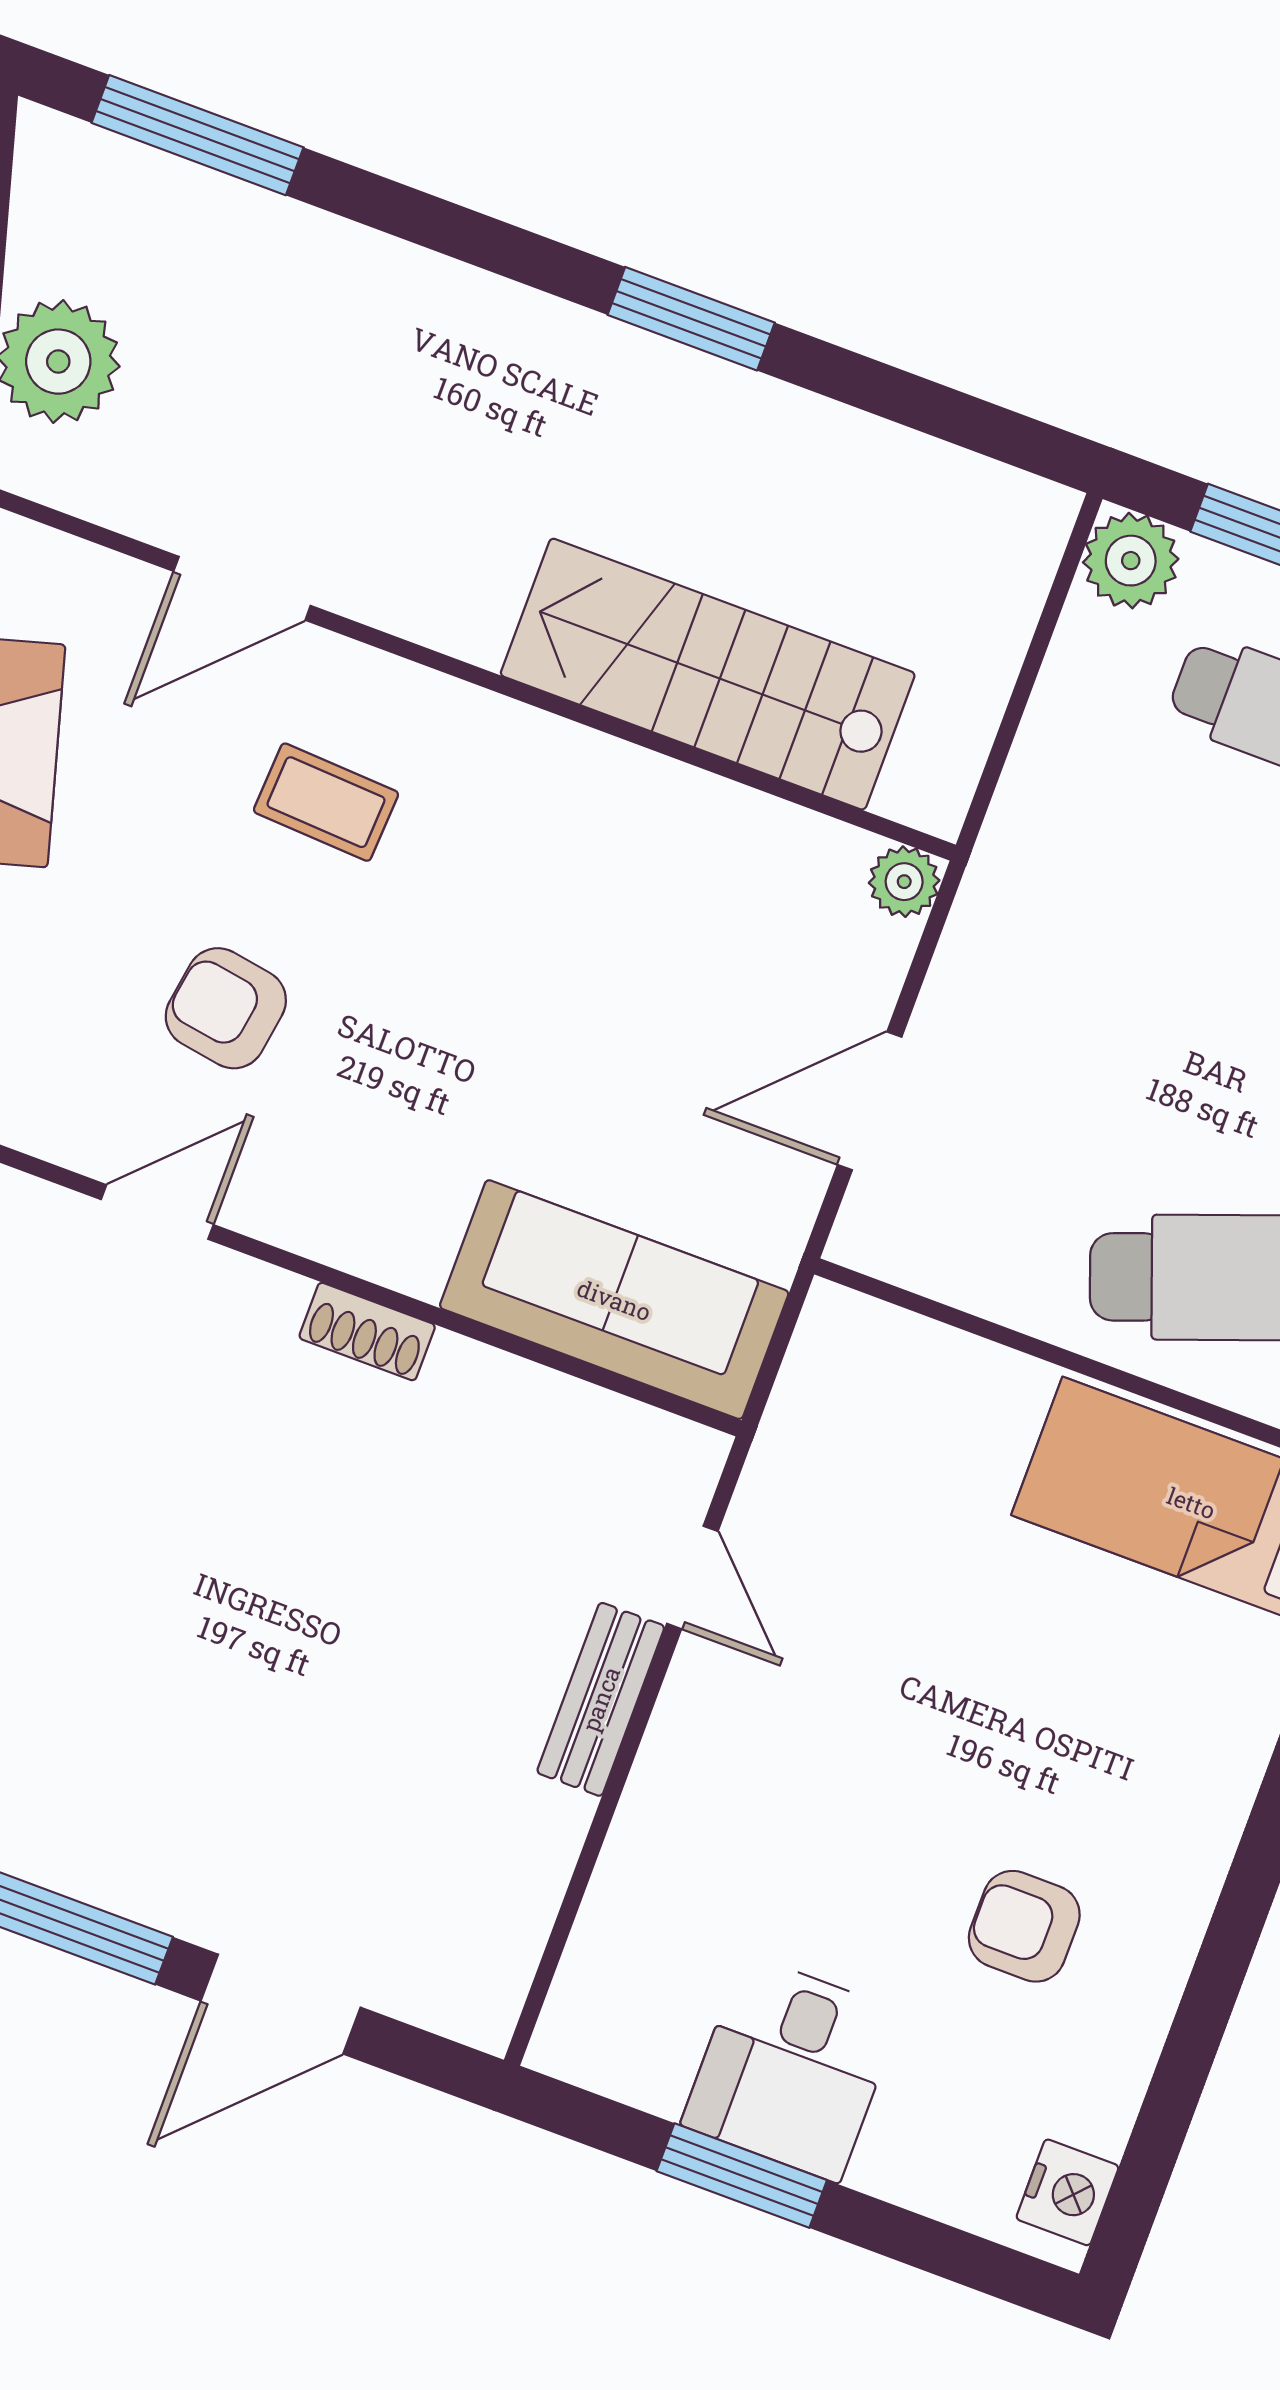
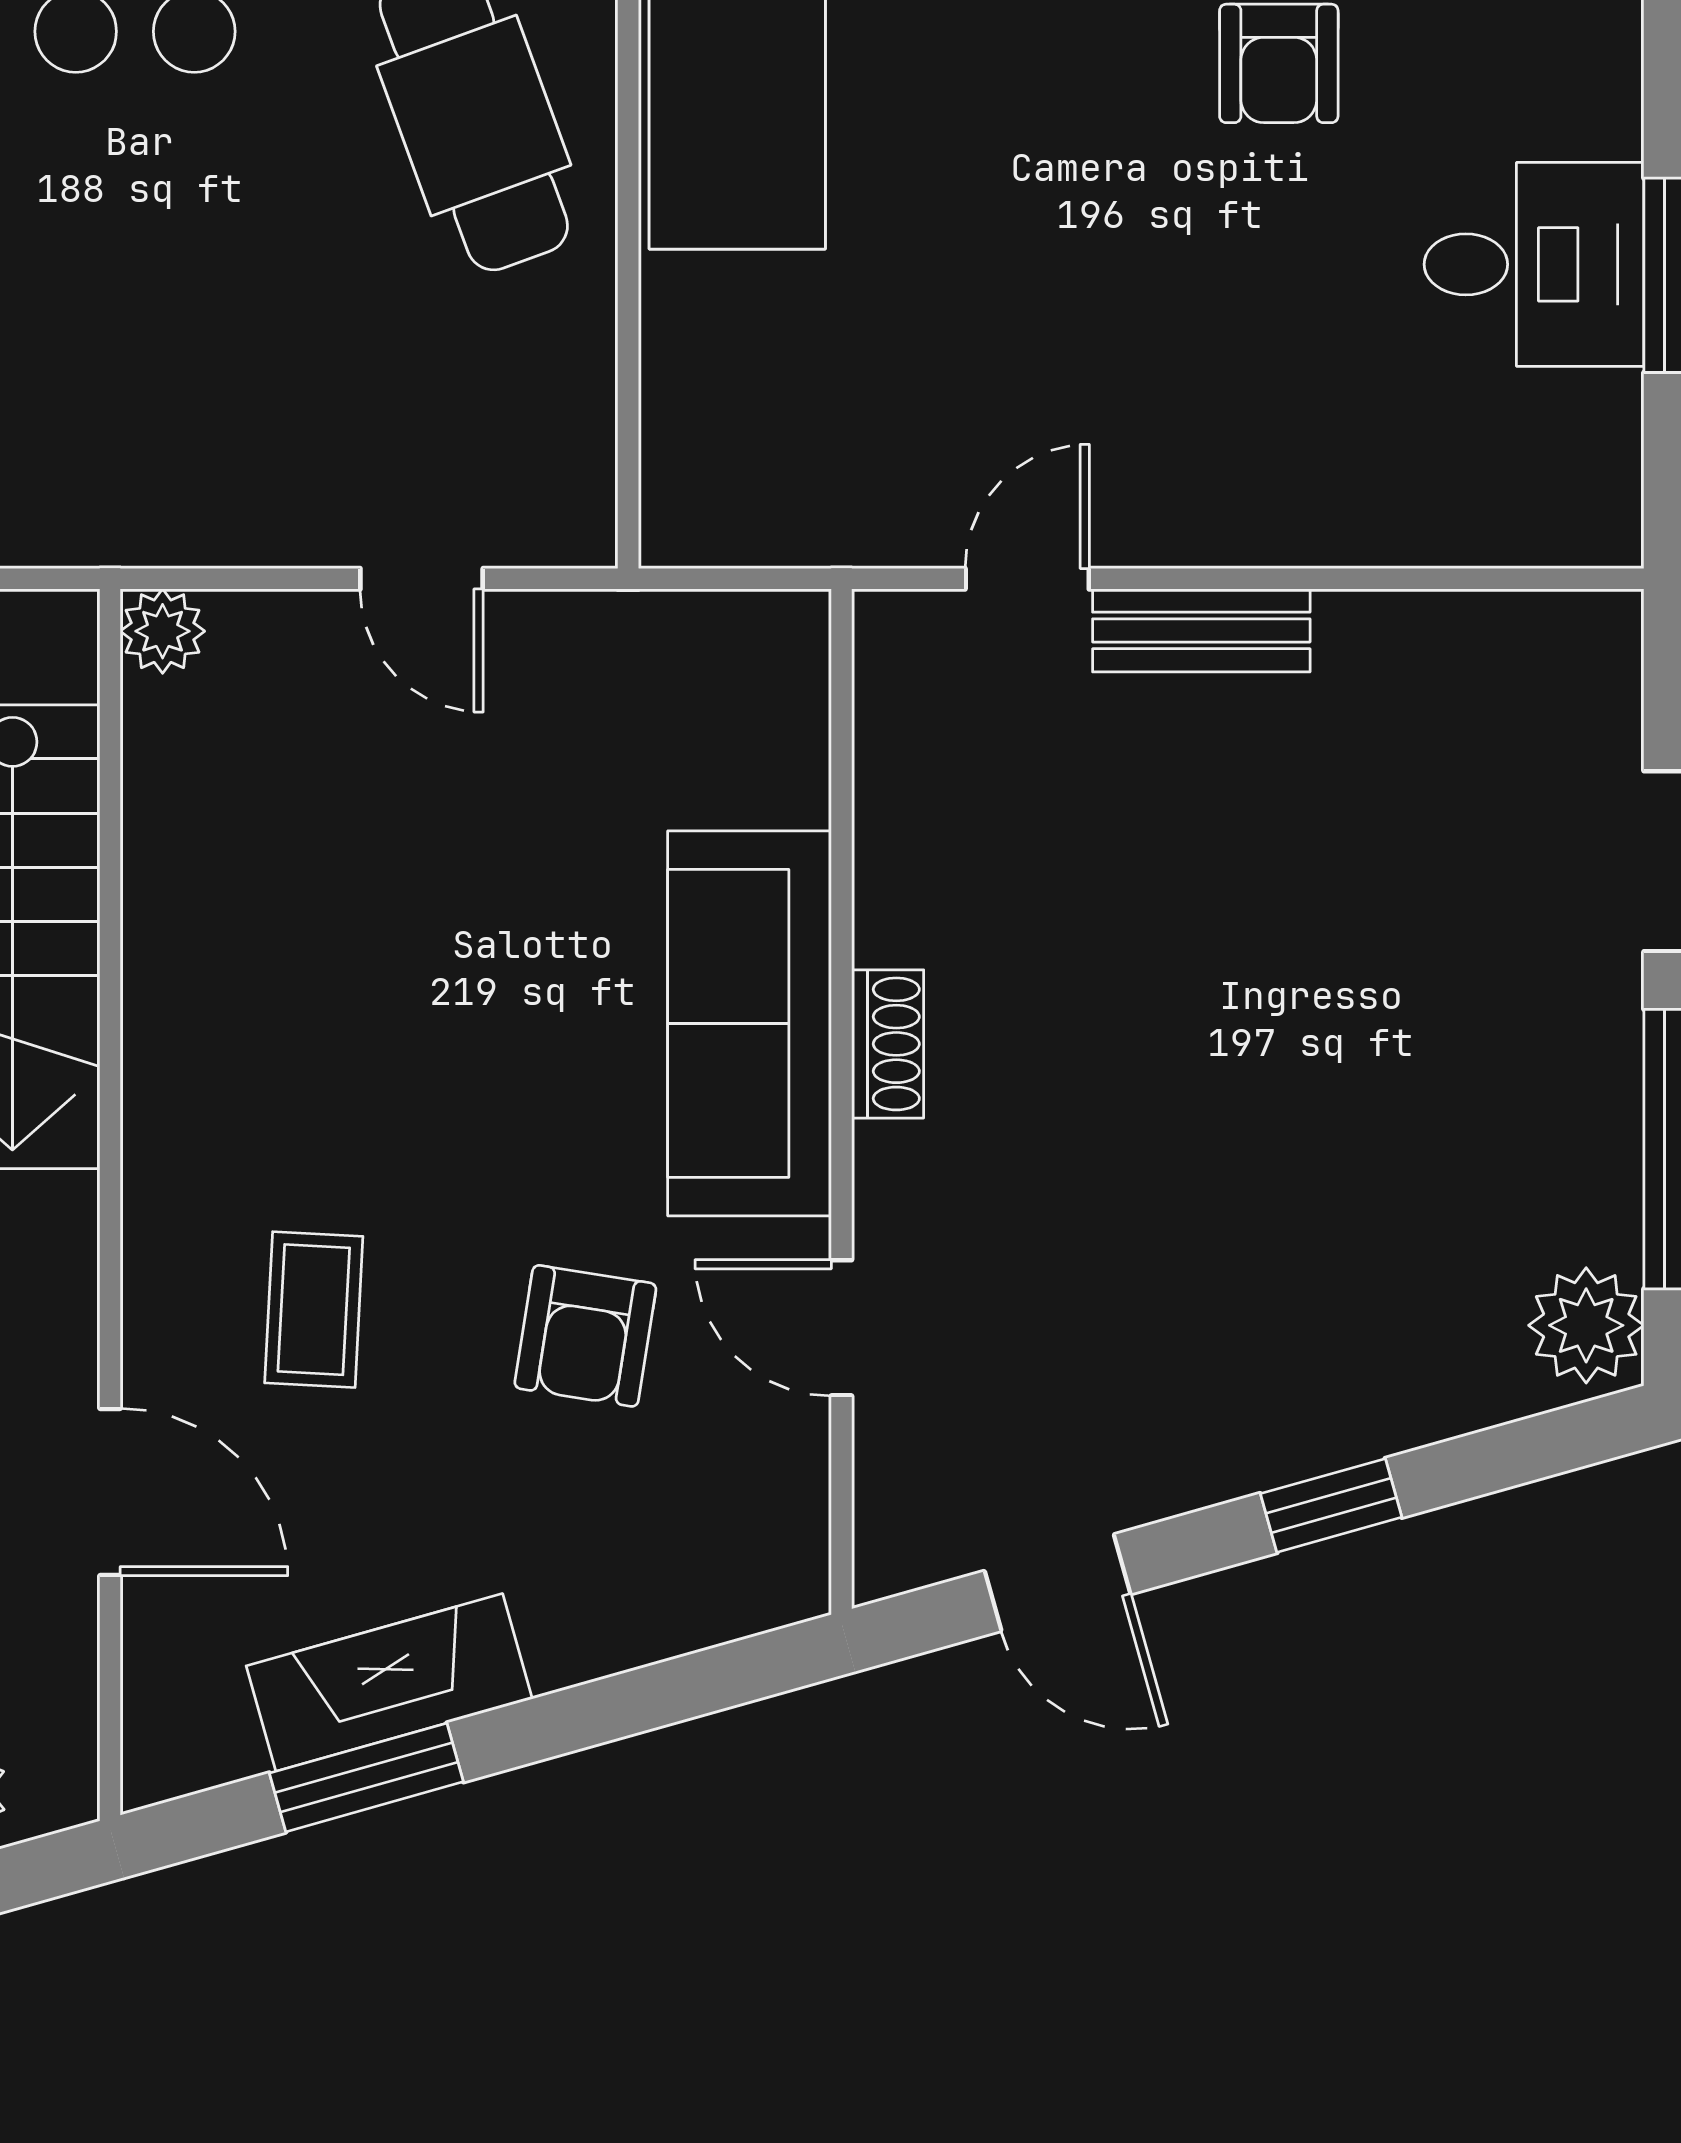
door: (870, 1101) -> (422, 579), width x0.73
sofa: (614, 1300) -> (749, 1023), moved

